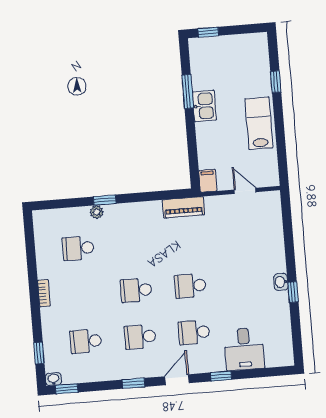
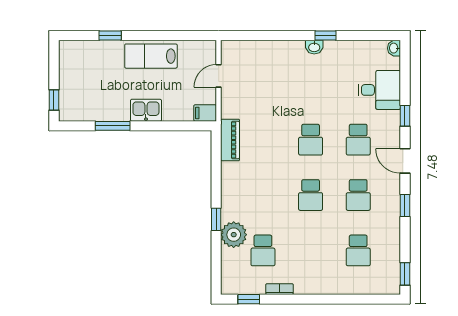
kitchen sink: (204, 106) -> (146, 110), moved
plant: (97, 212) -> (234, 235), width x1.88, depth x1.88
bookcase: (44, 293) -> (280, 289), moved
window: (39, 353) -> (249, 299), moved
washbasin: (53, 379) -> (394, 48), moved

